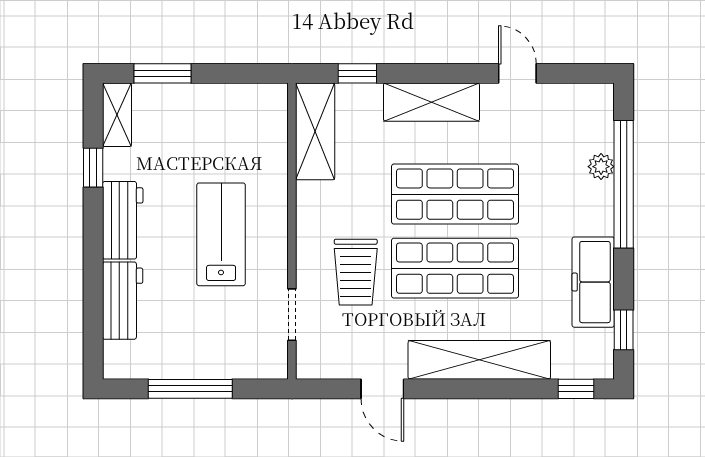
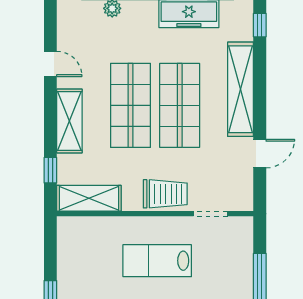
door: (517, 73) -> (50, 64), swing flipped
trolley: (356, 272) -> (165, 194), moved

